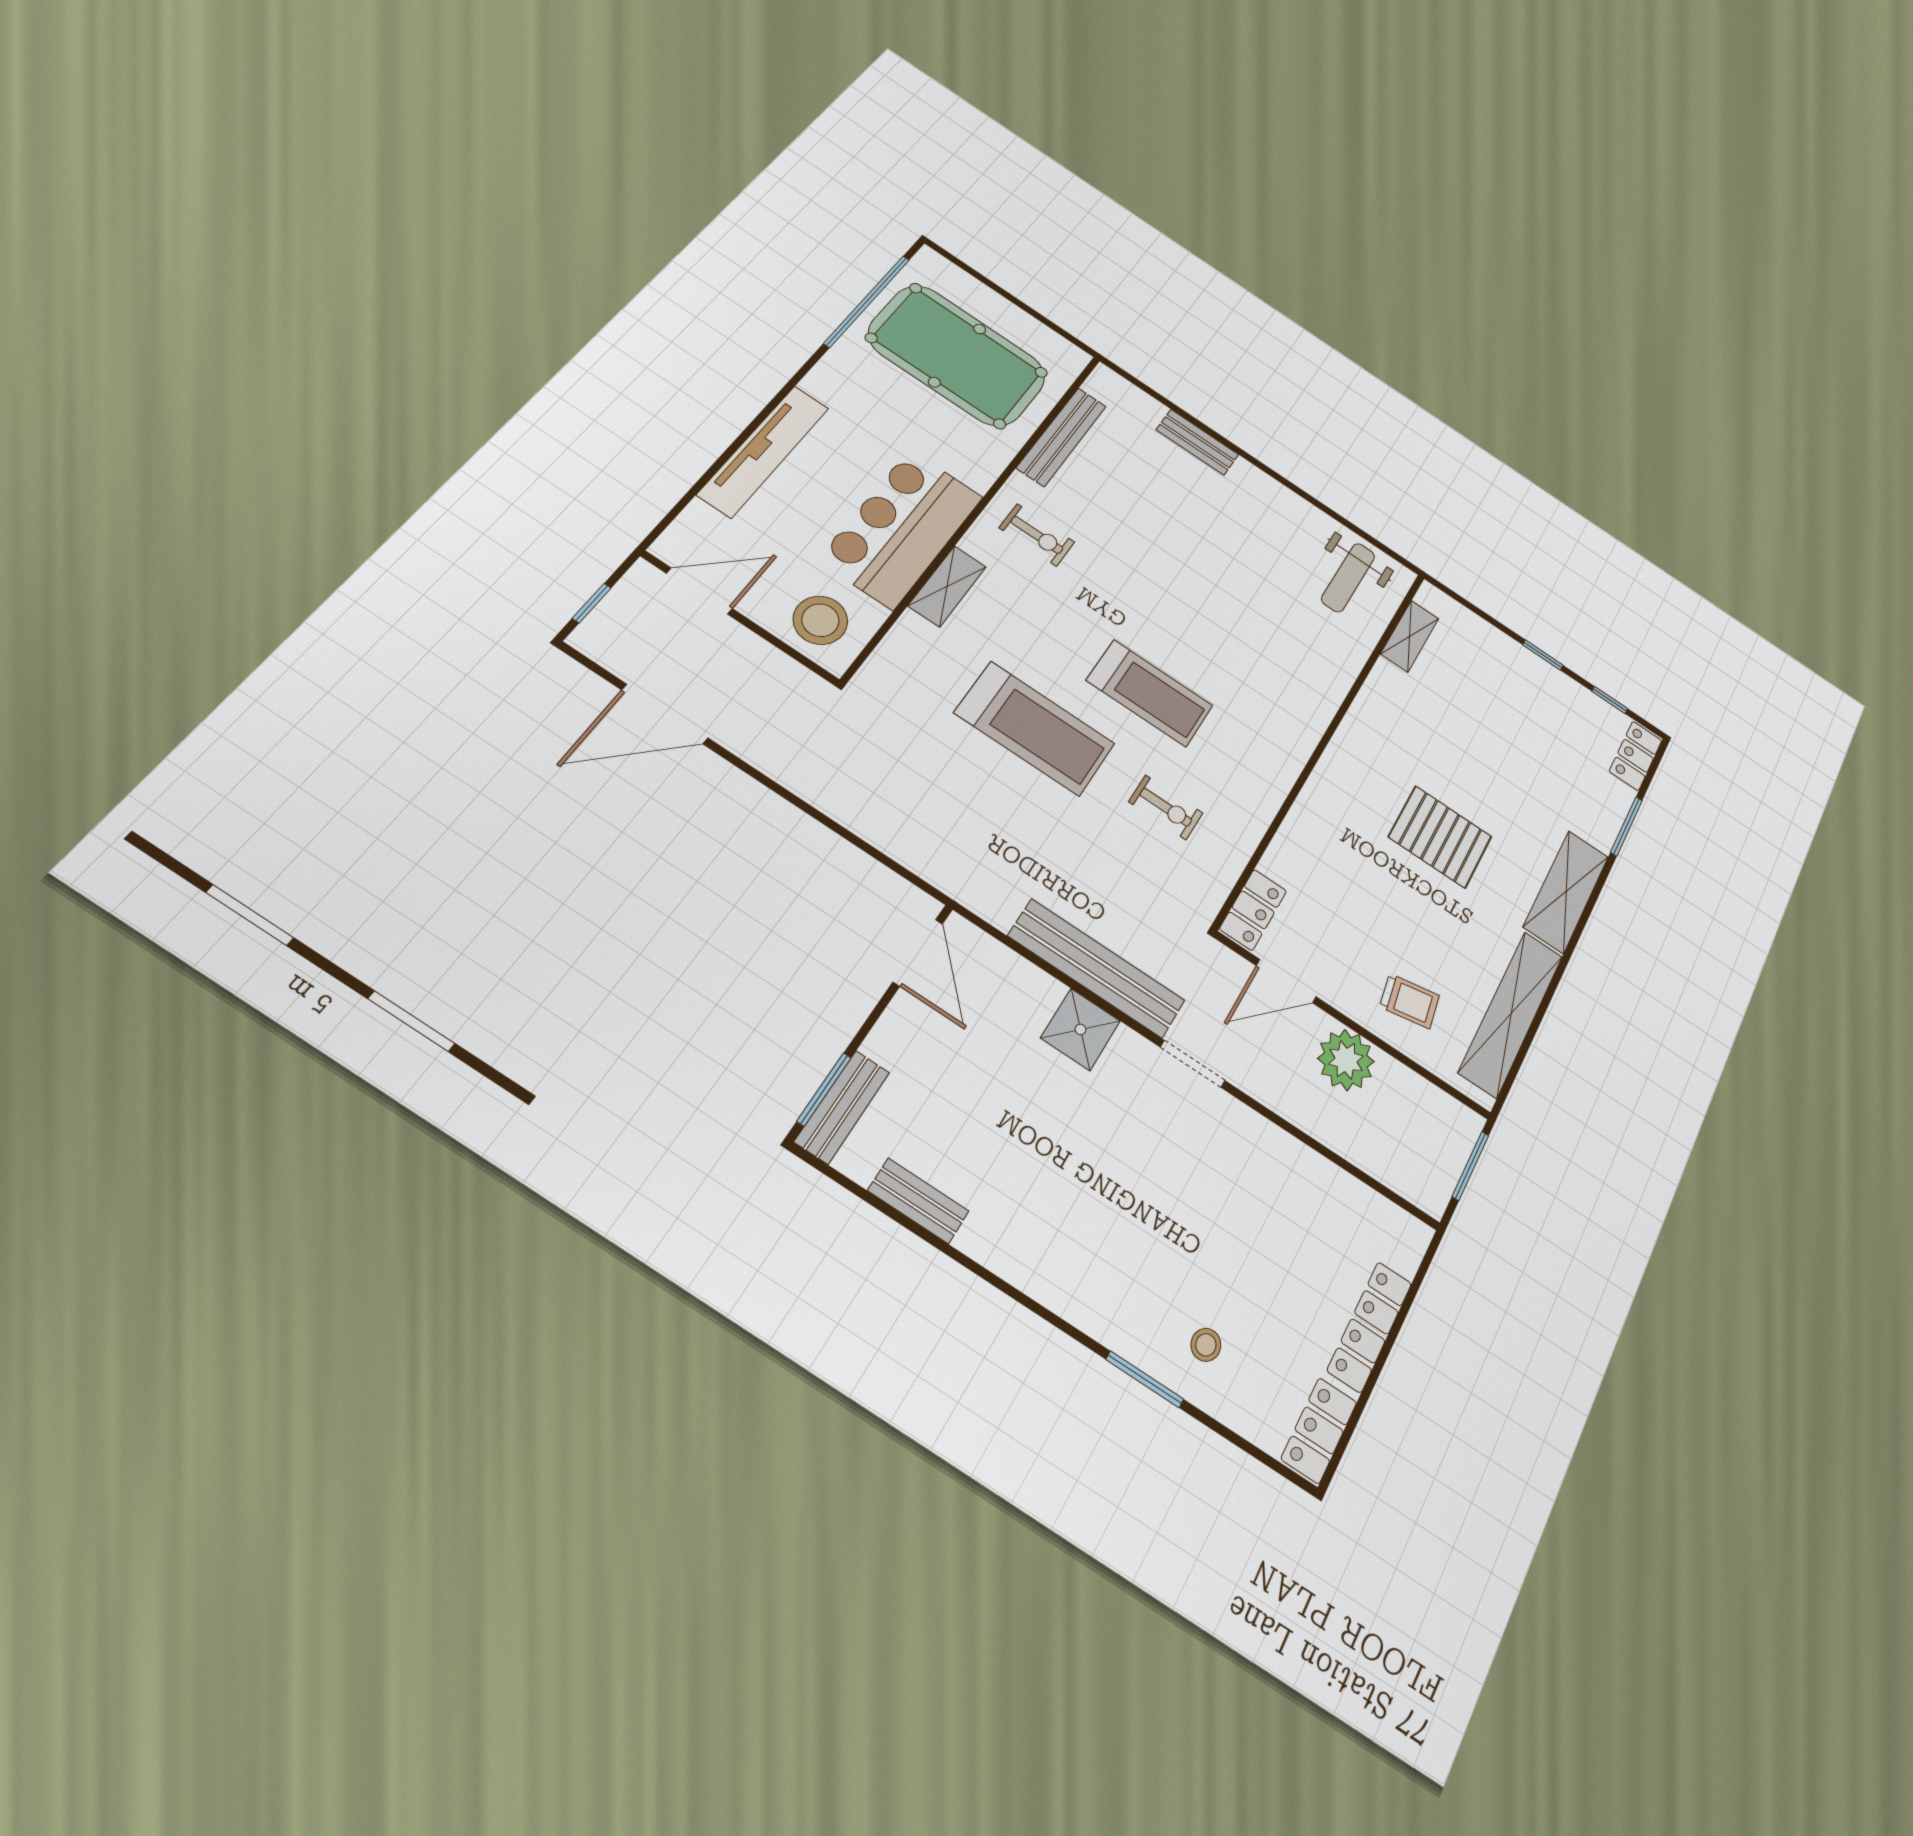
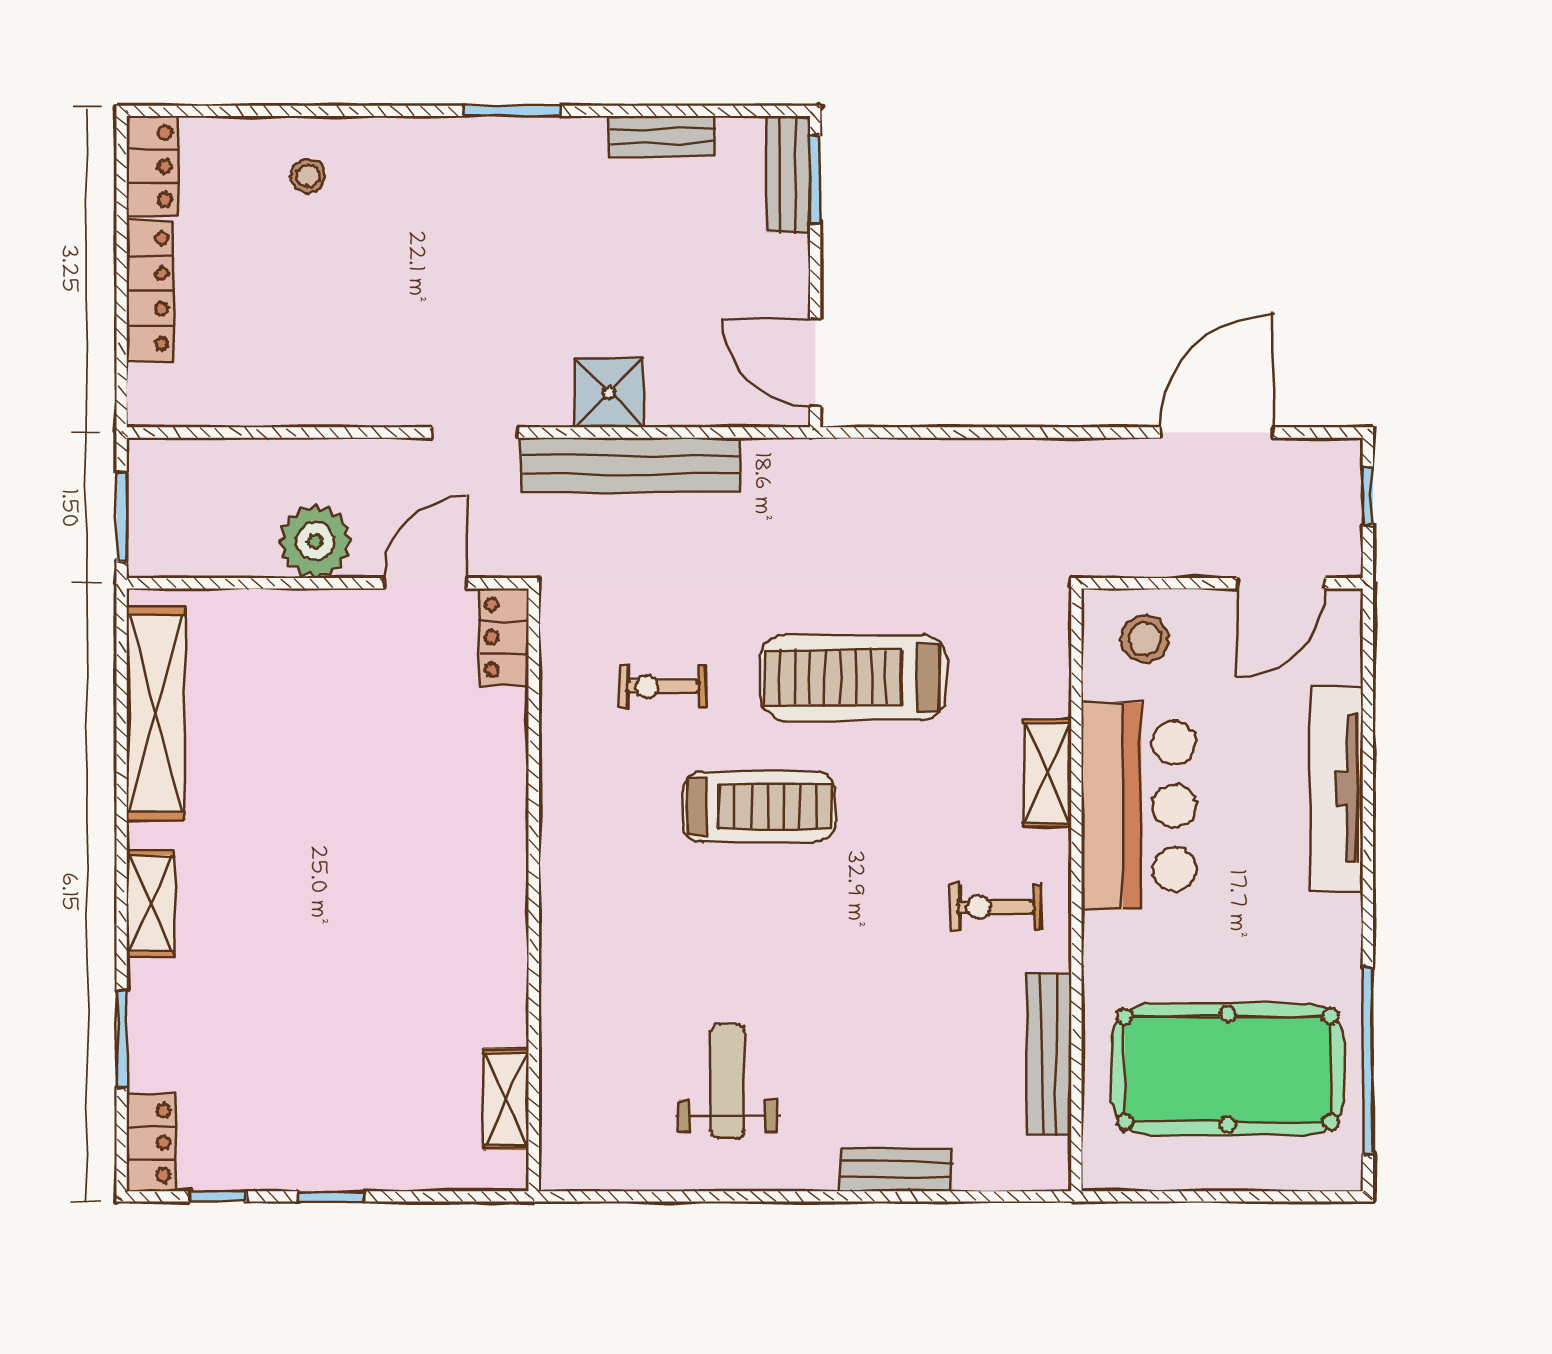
weight bench: (1348, 578) -> (727, 1081), moved
stool: (820, 620) -> (1145, 639), width x0.73, depth x0.73
treadmill: (1150, 693) -> (759, 807), turned 180
pallet: (1440, 837) -> (340, 867), removed
shelving: (1566, 892) -> (151, 904), width x0.67, depth x0.75
trolley: (1410, 1001) -> (278, 651), removed
window: (1145, 1379) -> (512, 111), moved

